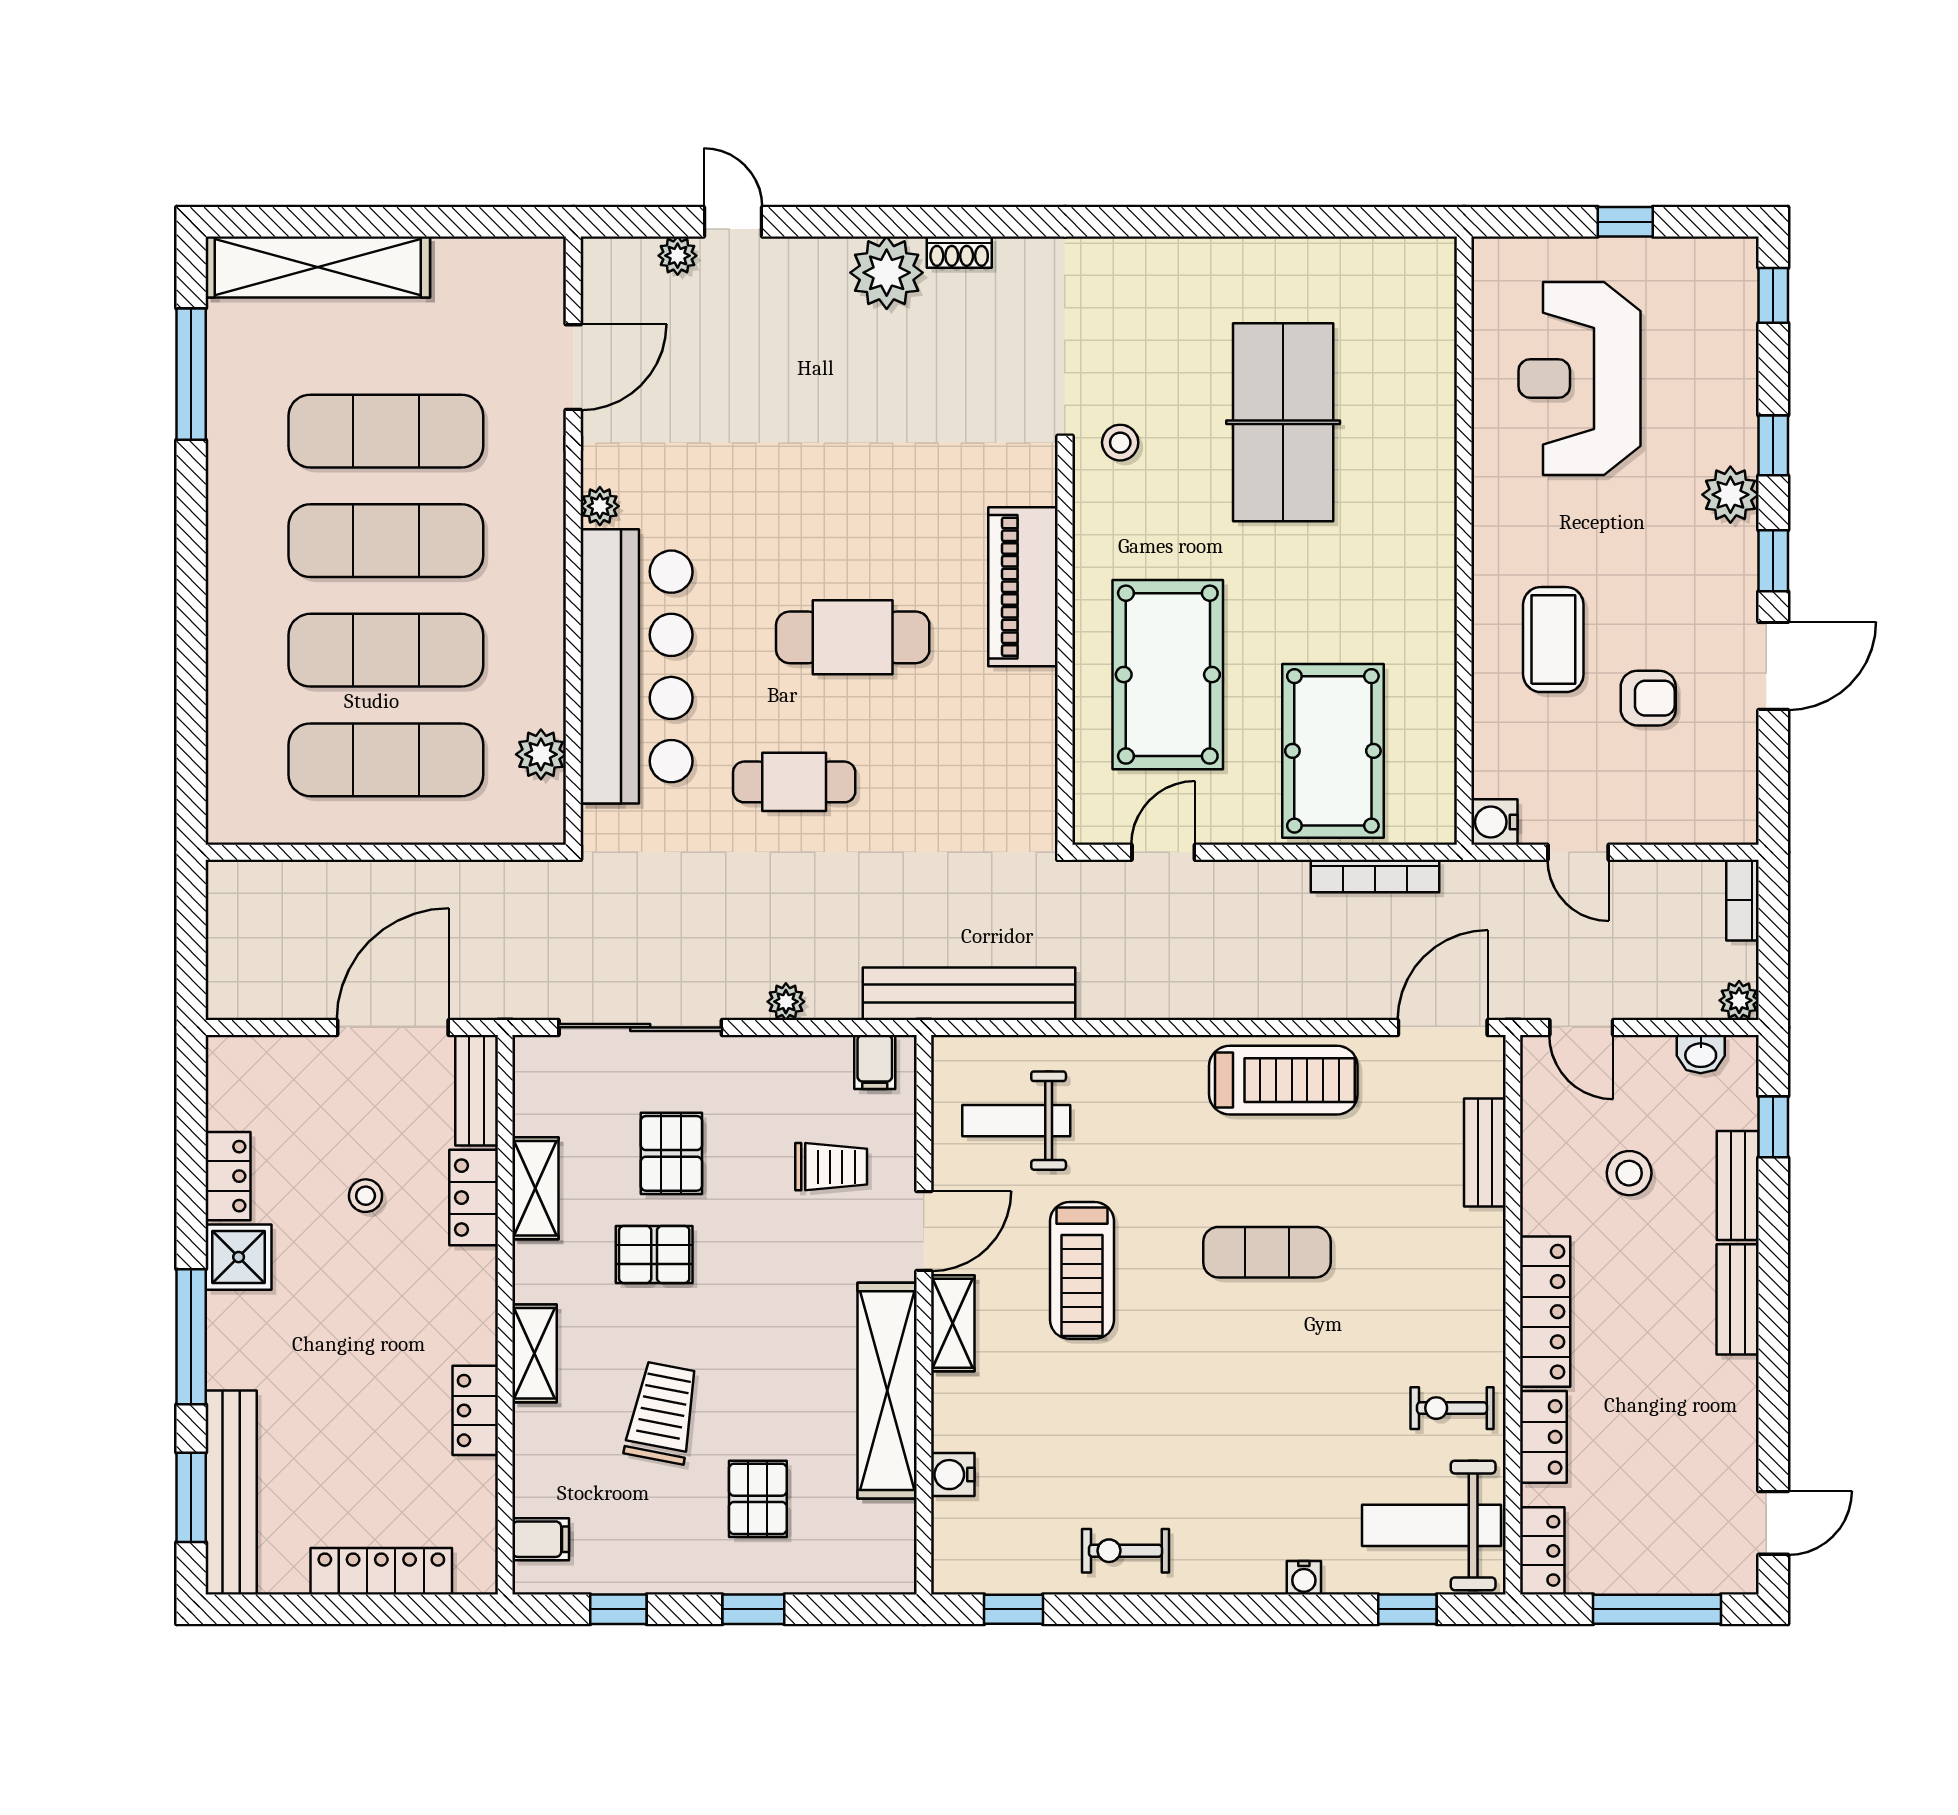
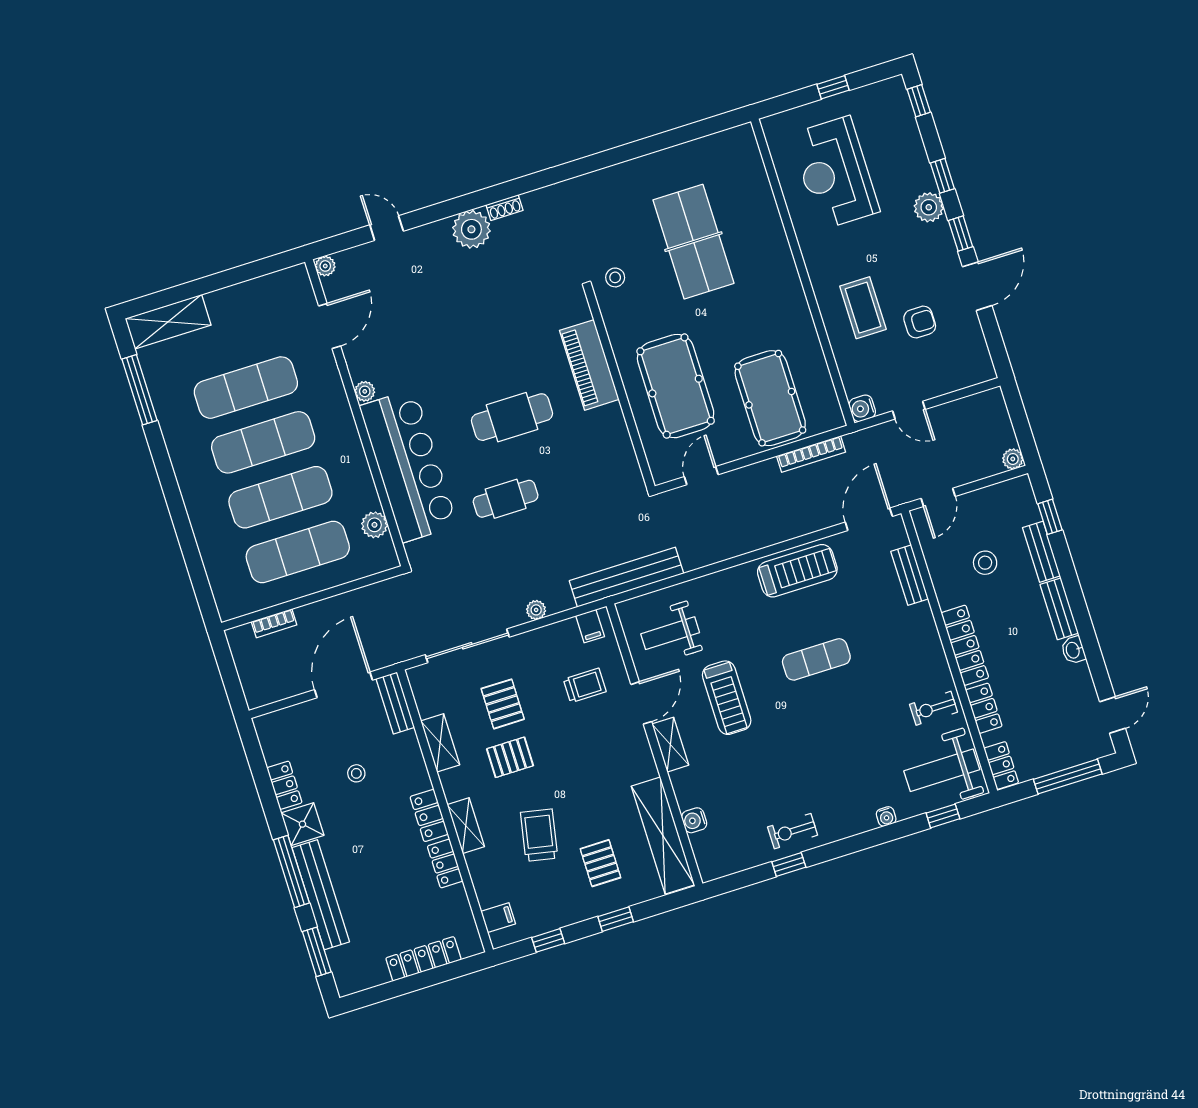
plant: (678, 256) -> (325, 266), moved
shelving: (318, 267) -> (168, 322), width x0.68
bookcase: (1742, 900) -> (274, 623), moved, turned -90
door: (1581, 1027) -> (938, 497), hinge flipped
washbasin: (1701, 1054) -> (1073, 650), moved, turned 90
locker: (474, 1198) -> (429, 815), moved
shelving: (887, 1391) -> (663, 836), moved
bench: (231, 1492) -> (321, 895), moved
window: (1014, 1609) -> (789, 865), moved

